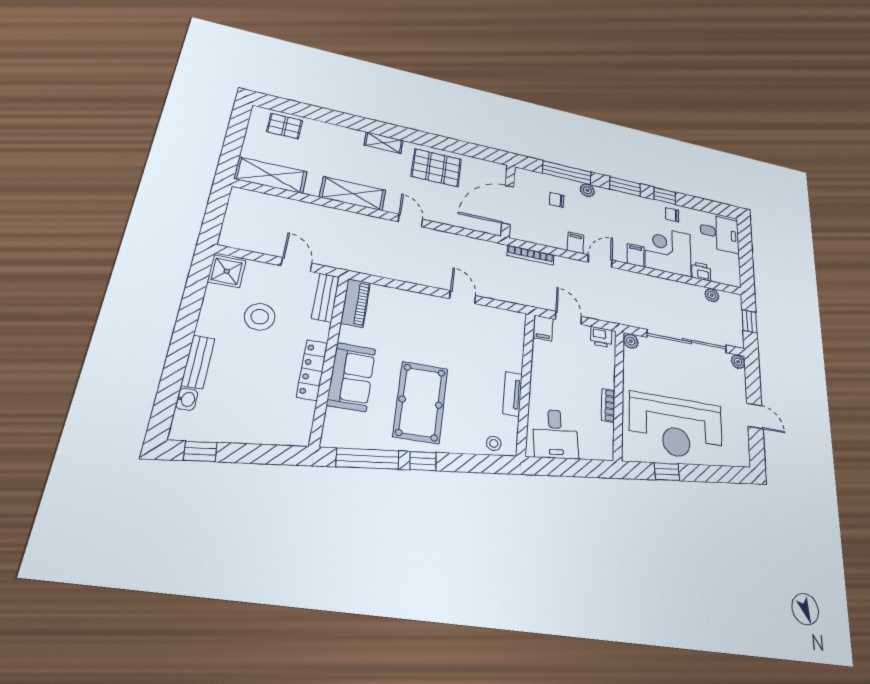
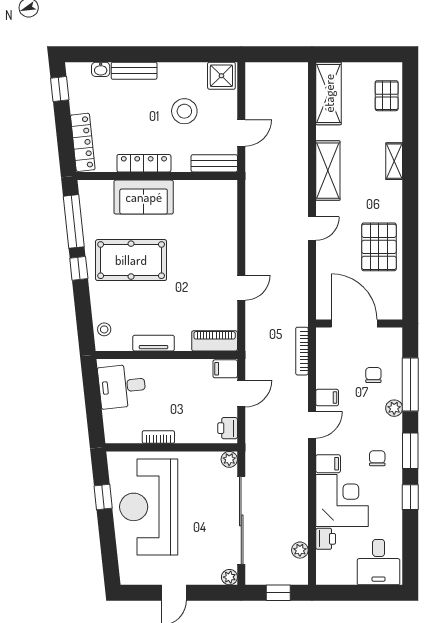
shelving: (384, 143) -> (394, 161), moved
chair: (672, 215) -> (377, 458), moved
door: (600, 261) -> (312, 425), hinge flipped
piano: (356, 303) -> (215, 341), moved, turned 180
locker: (274, 434) -> (83, 142), added

